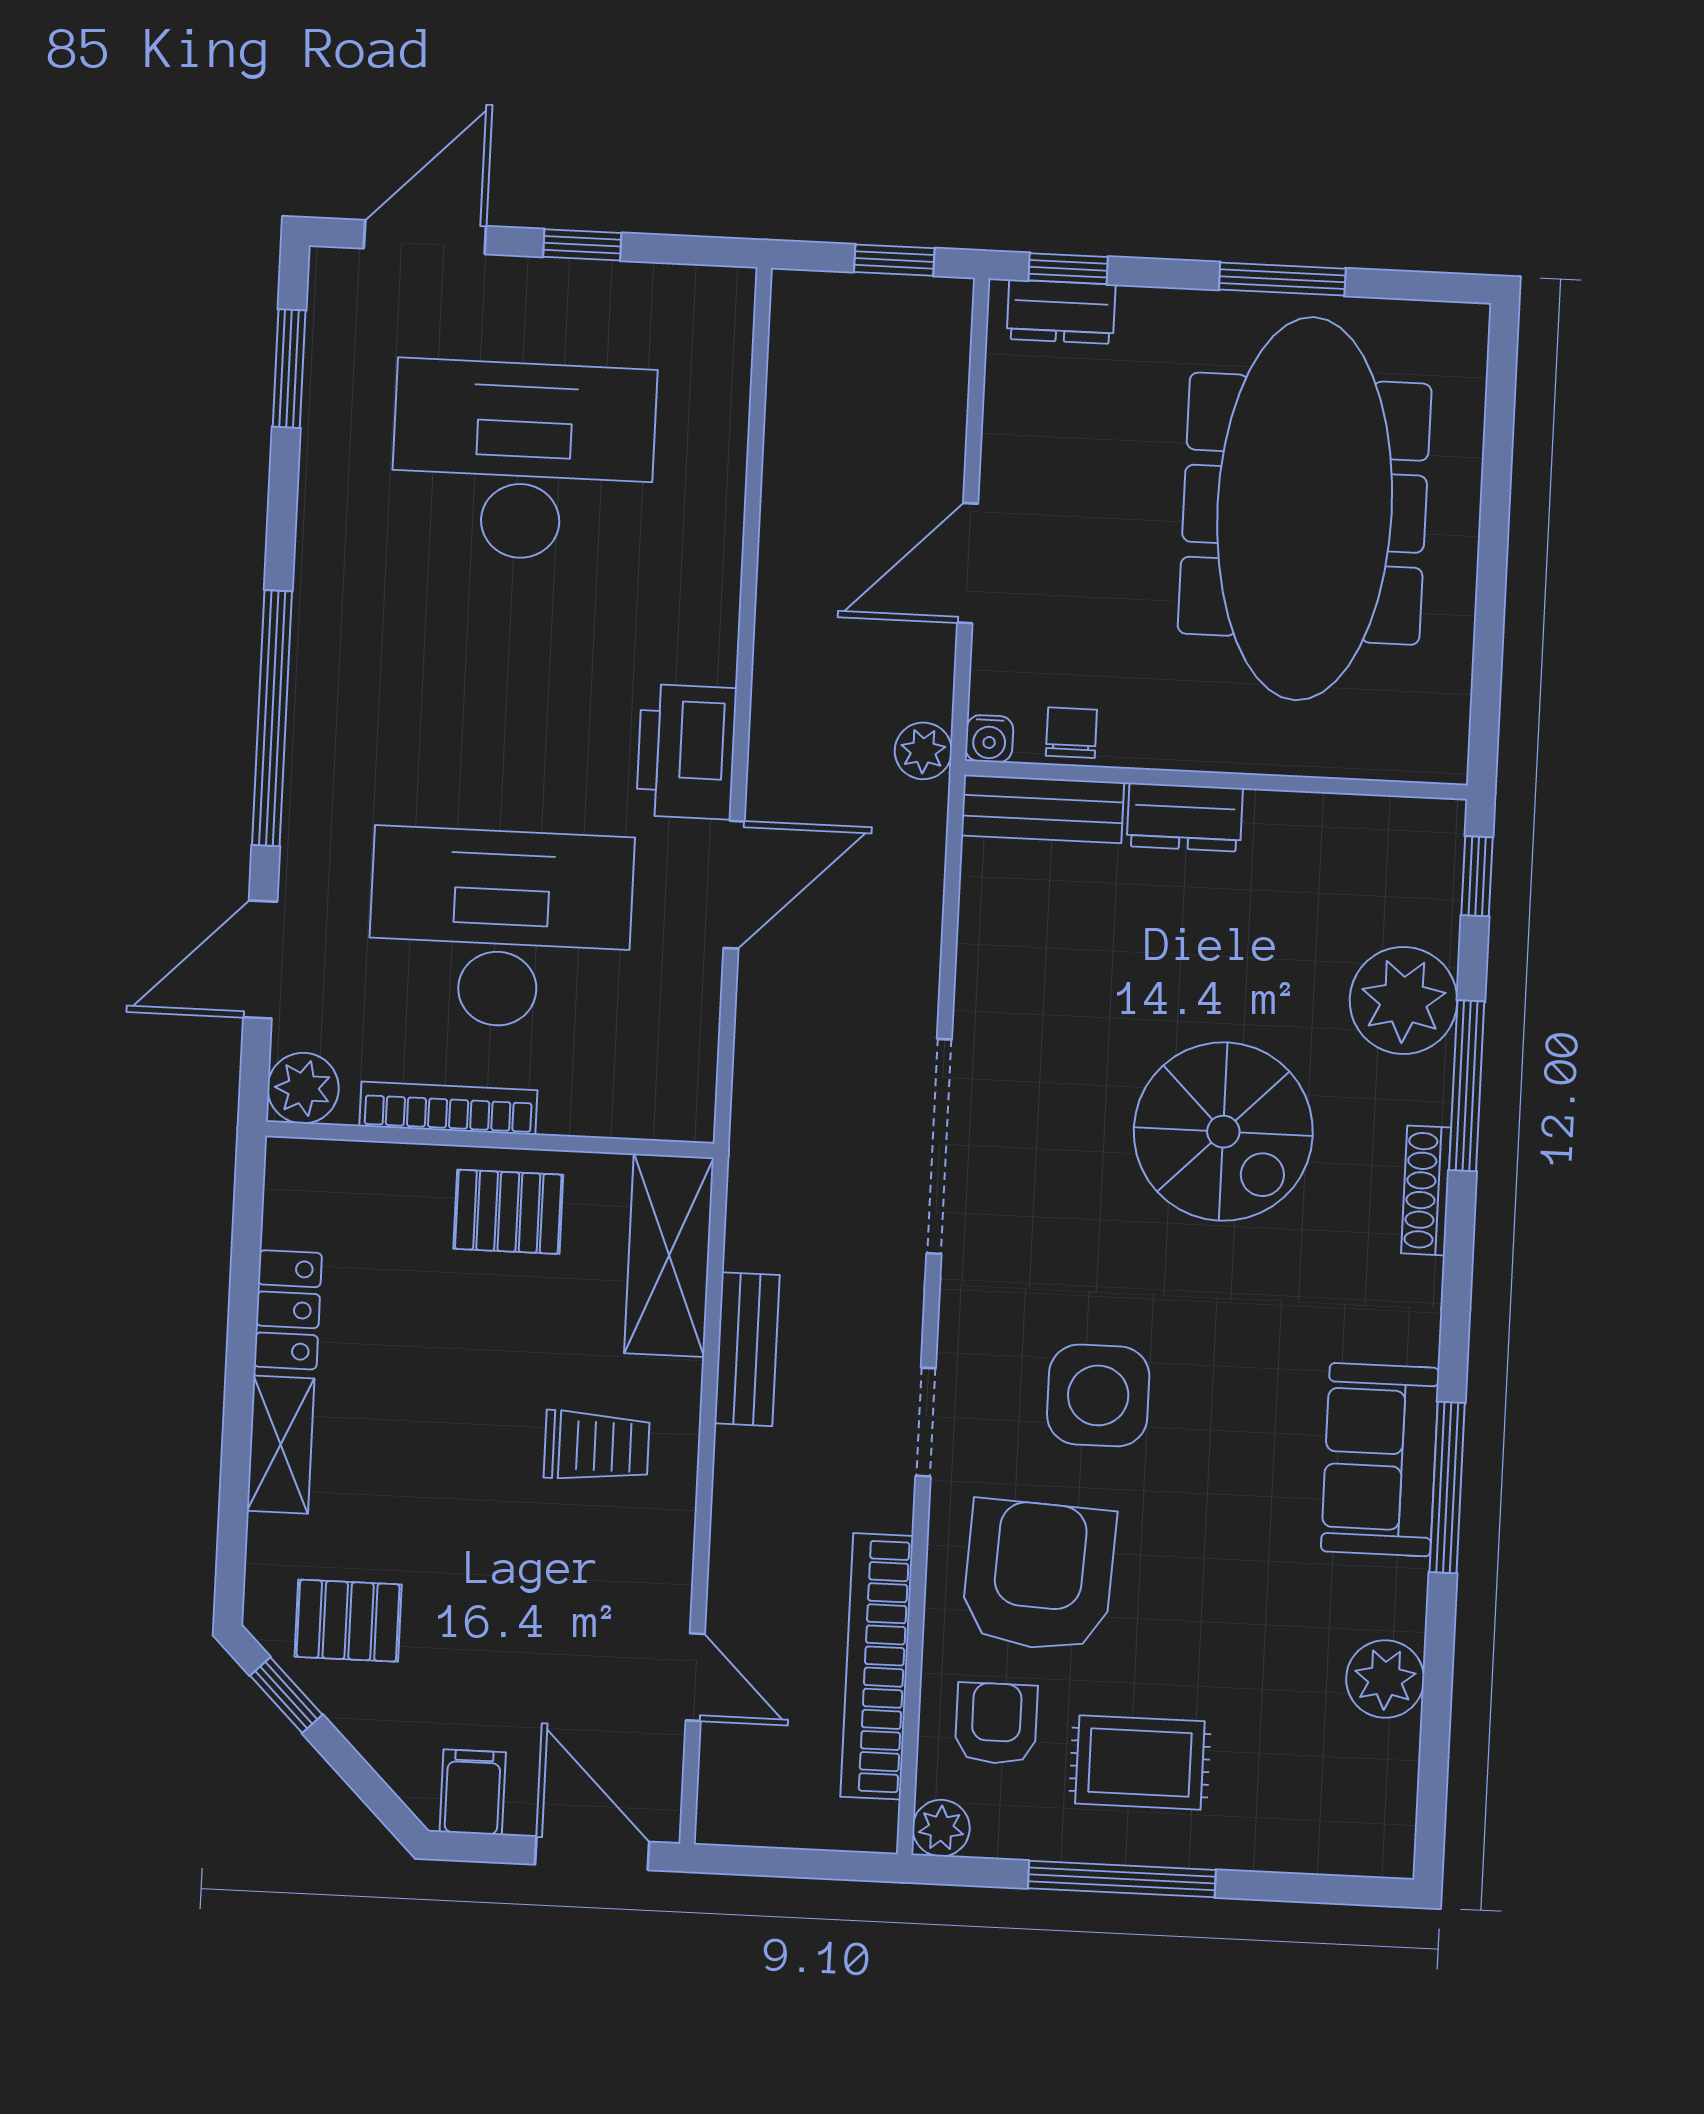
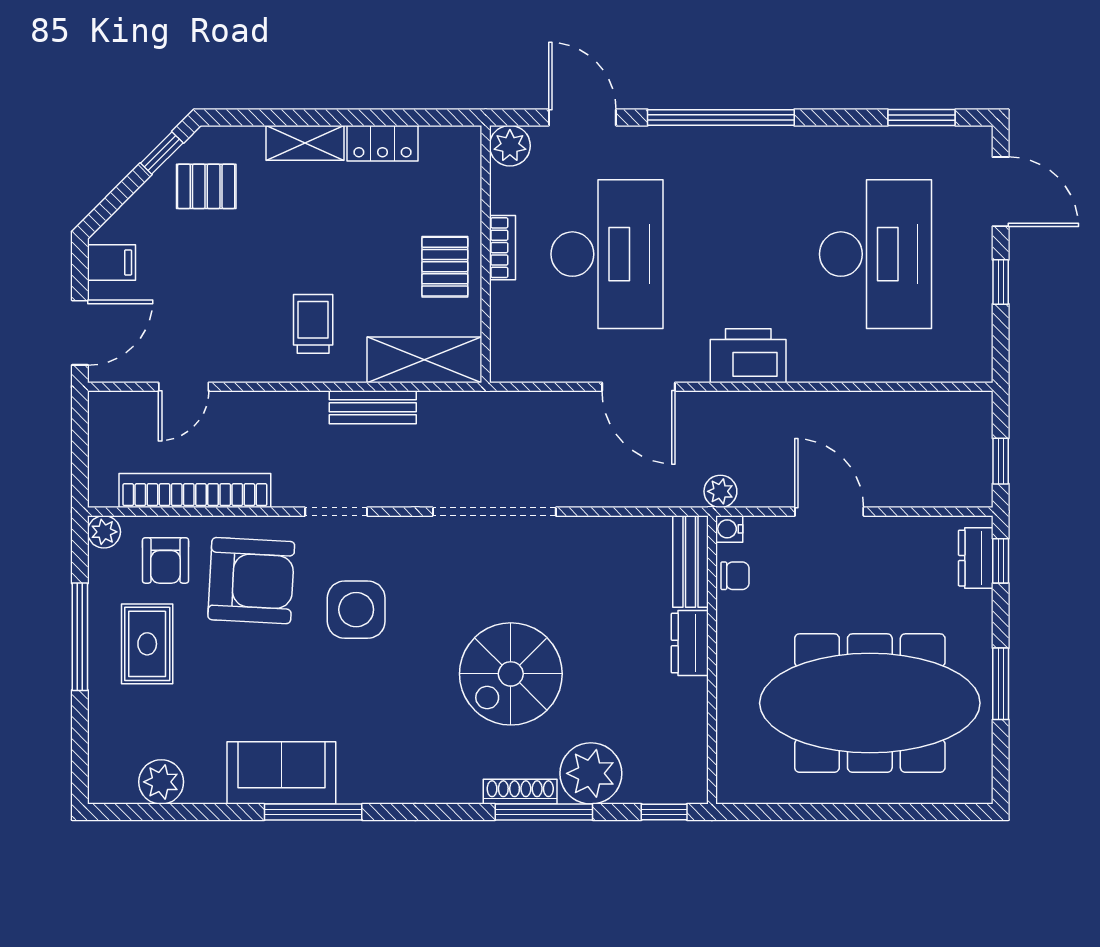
printer: (686, 752) -> (748, 356), moved
bookcase: (448, 1108) -> (502, 248), width x0.64
shoe rack: (1426, 1190) -> (520, 792), moved
trolley: (597, 1446) -> (313, 324), turned 180
sofa: (1380, 1460) -> (281, 773), moved
pallet: (348, 1621) -> (206, 186), turned 90
plant: (1385, 1679) -> (161, 782), moved
armchair: (996, 1723) -> (165, 560), turned 90

